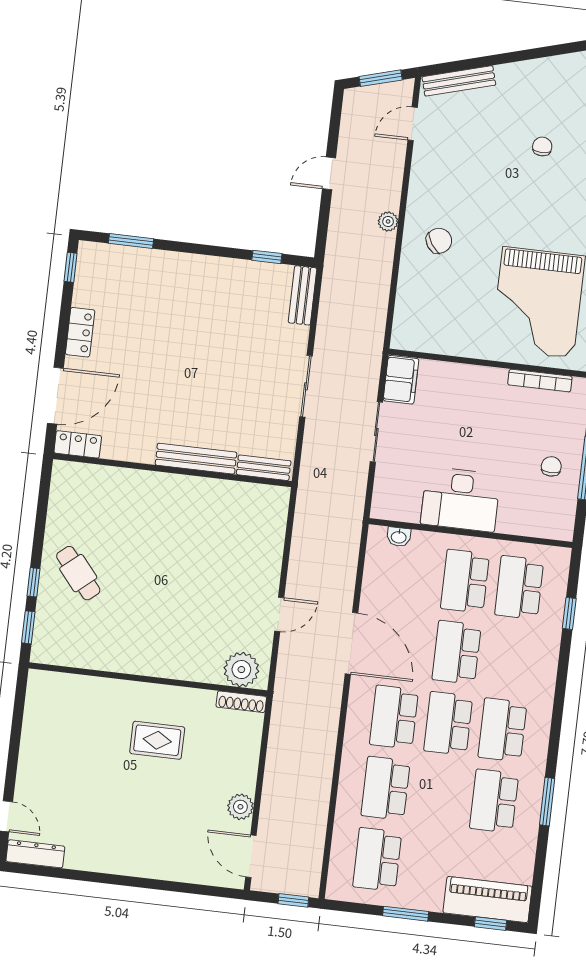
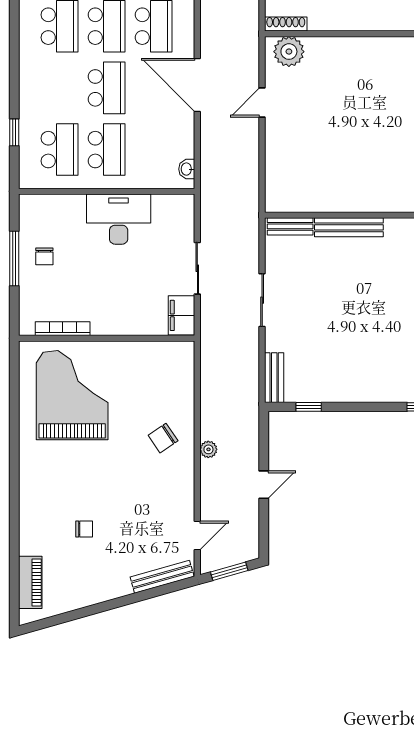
chair: (542, 147) -> (84, 529), turned -90
washbasin: (399, 537) -> (187, 169), moved, turned -90

